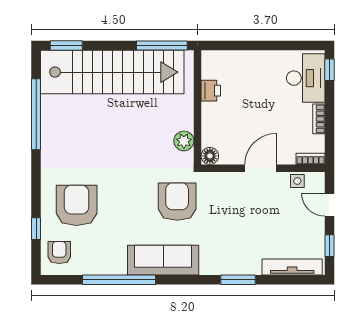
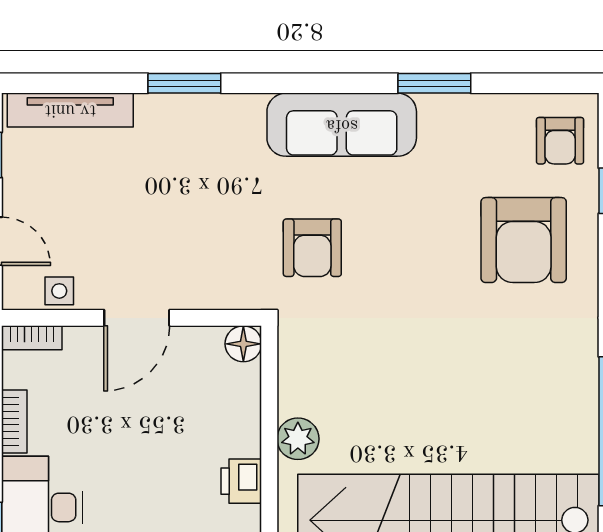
plant: (184, 141) -> (298, 439), moved
armchair: (177, 202) -> (312, 248), width x0.73, depth x0.73
window: (119, 280) -> (434, 83), width x0.47

